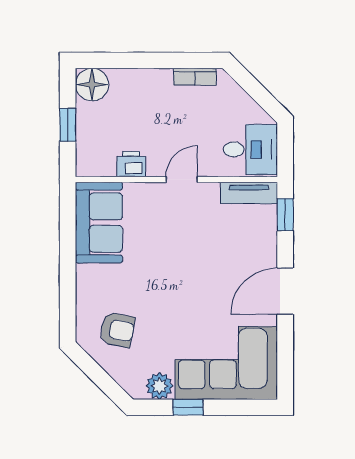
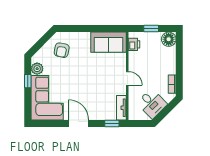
desk: (250, 149) -> (152, 104), moved, turned -45
printer: (131, 164) -> (134, 44), moved

